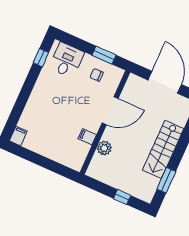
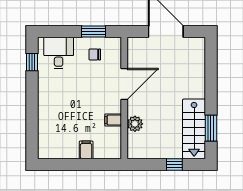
filing cabinet: (18, 136) -> (86, 150), moved
stairs: (163, 149) -> (194, 129), moved

